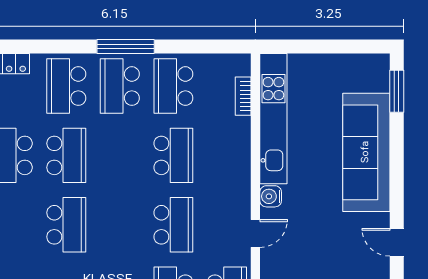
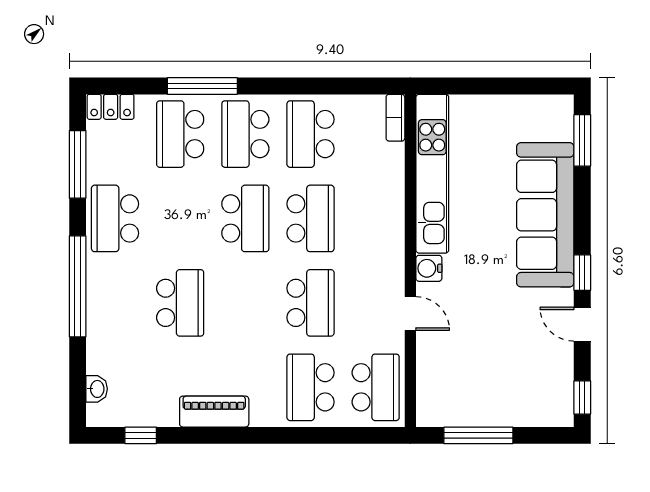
window: (126, 47) -> (202, 86), moved
bookcase: (243, 96) -> (395, 118), moved
school desk: (66, 155) -> (245, 218), moved
window: (397, 200) -> (582, 273), added
door: (255, 233) -> (410, 313), hinge flipped

